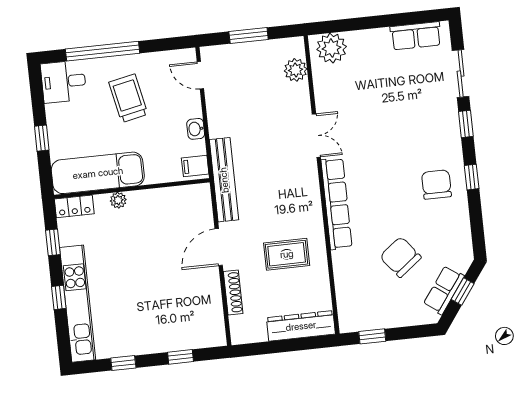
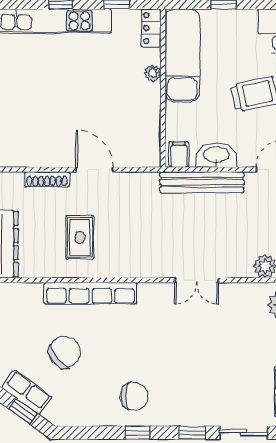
washbasin: (196, 129) -> (216, 155), width x1.91, depth x1.45
bench: (224, 180) -> (202, 182), moved
row of seats: (337, 204) -> (90, 293), moved

